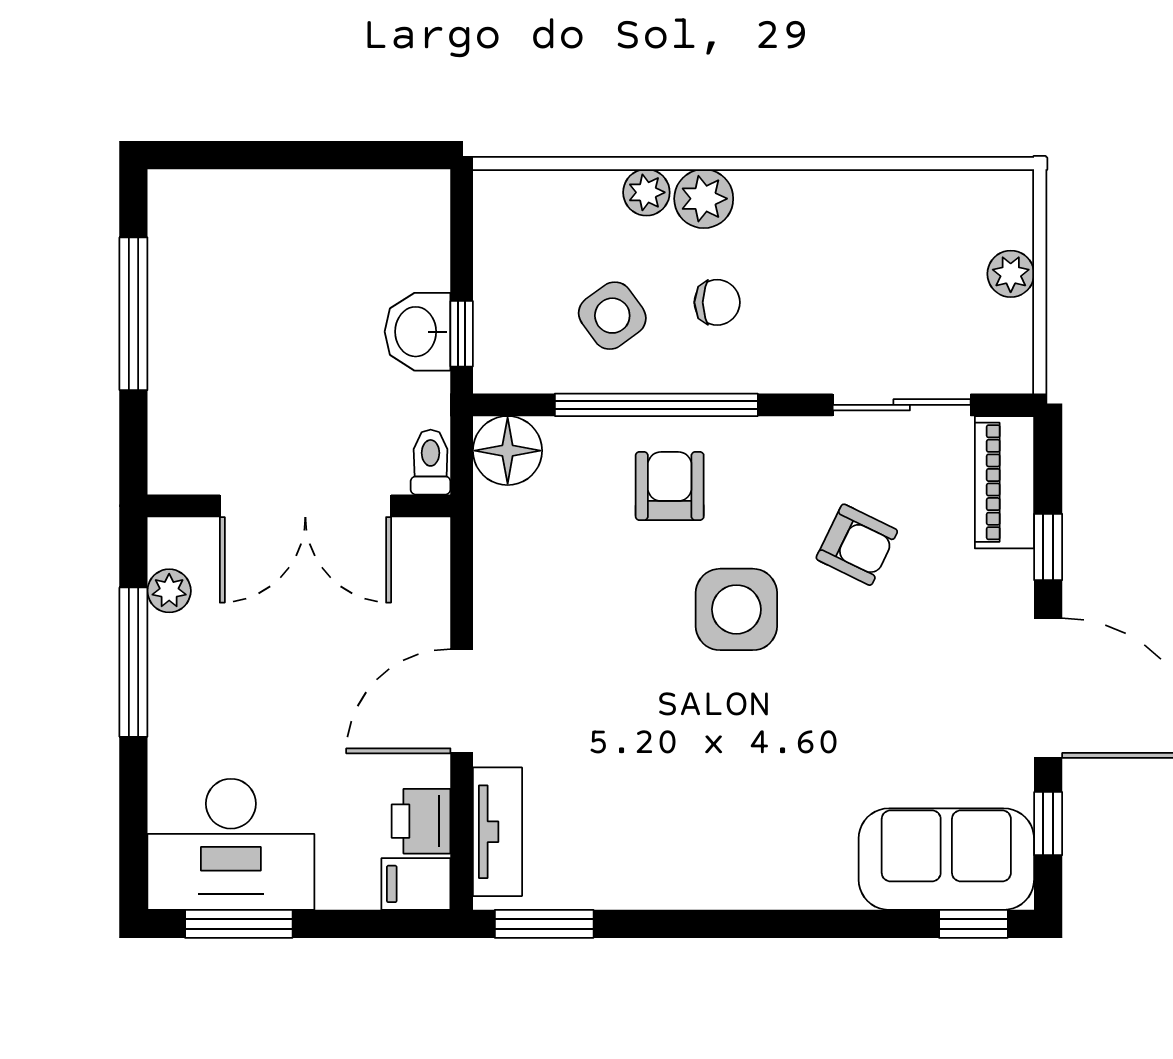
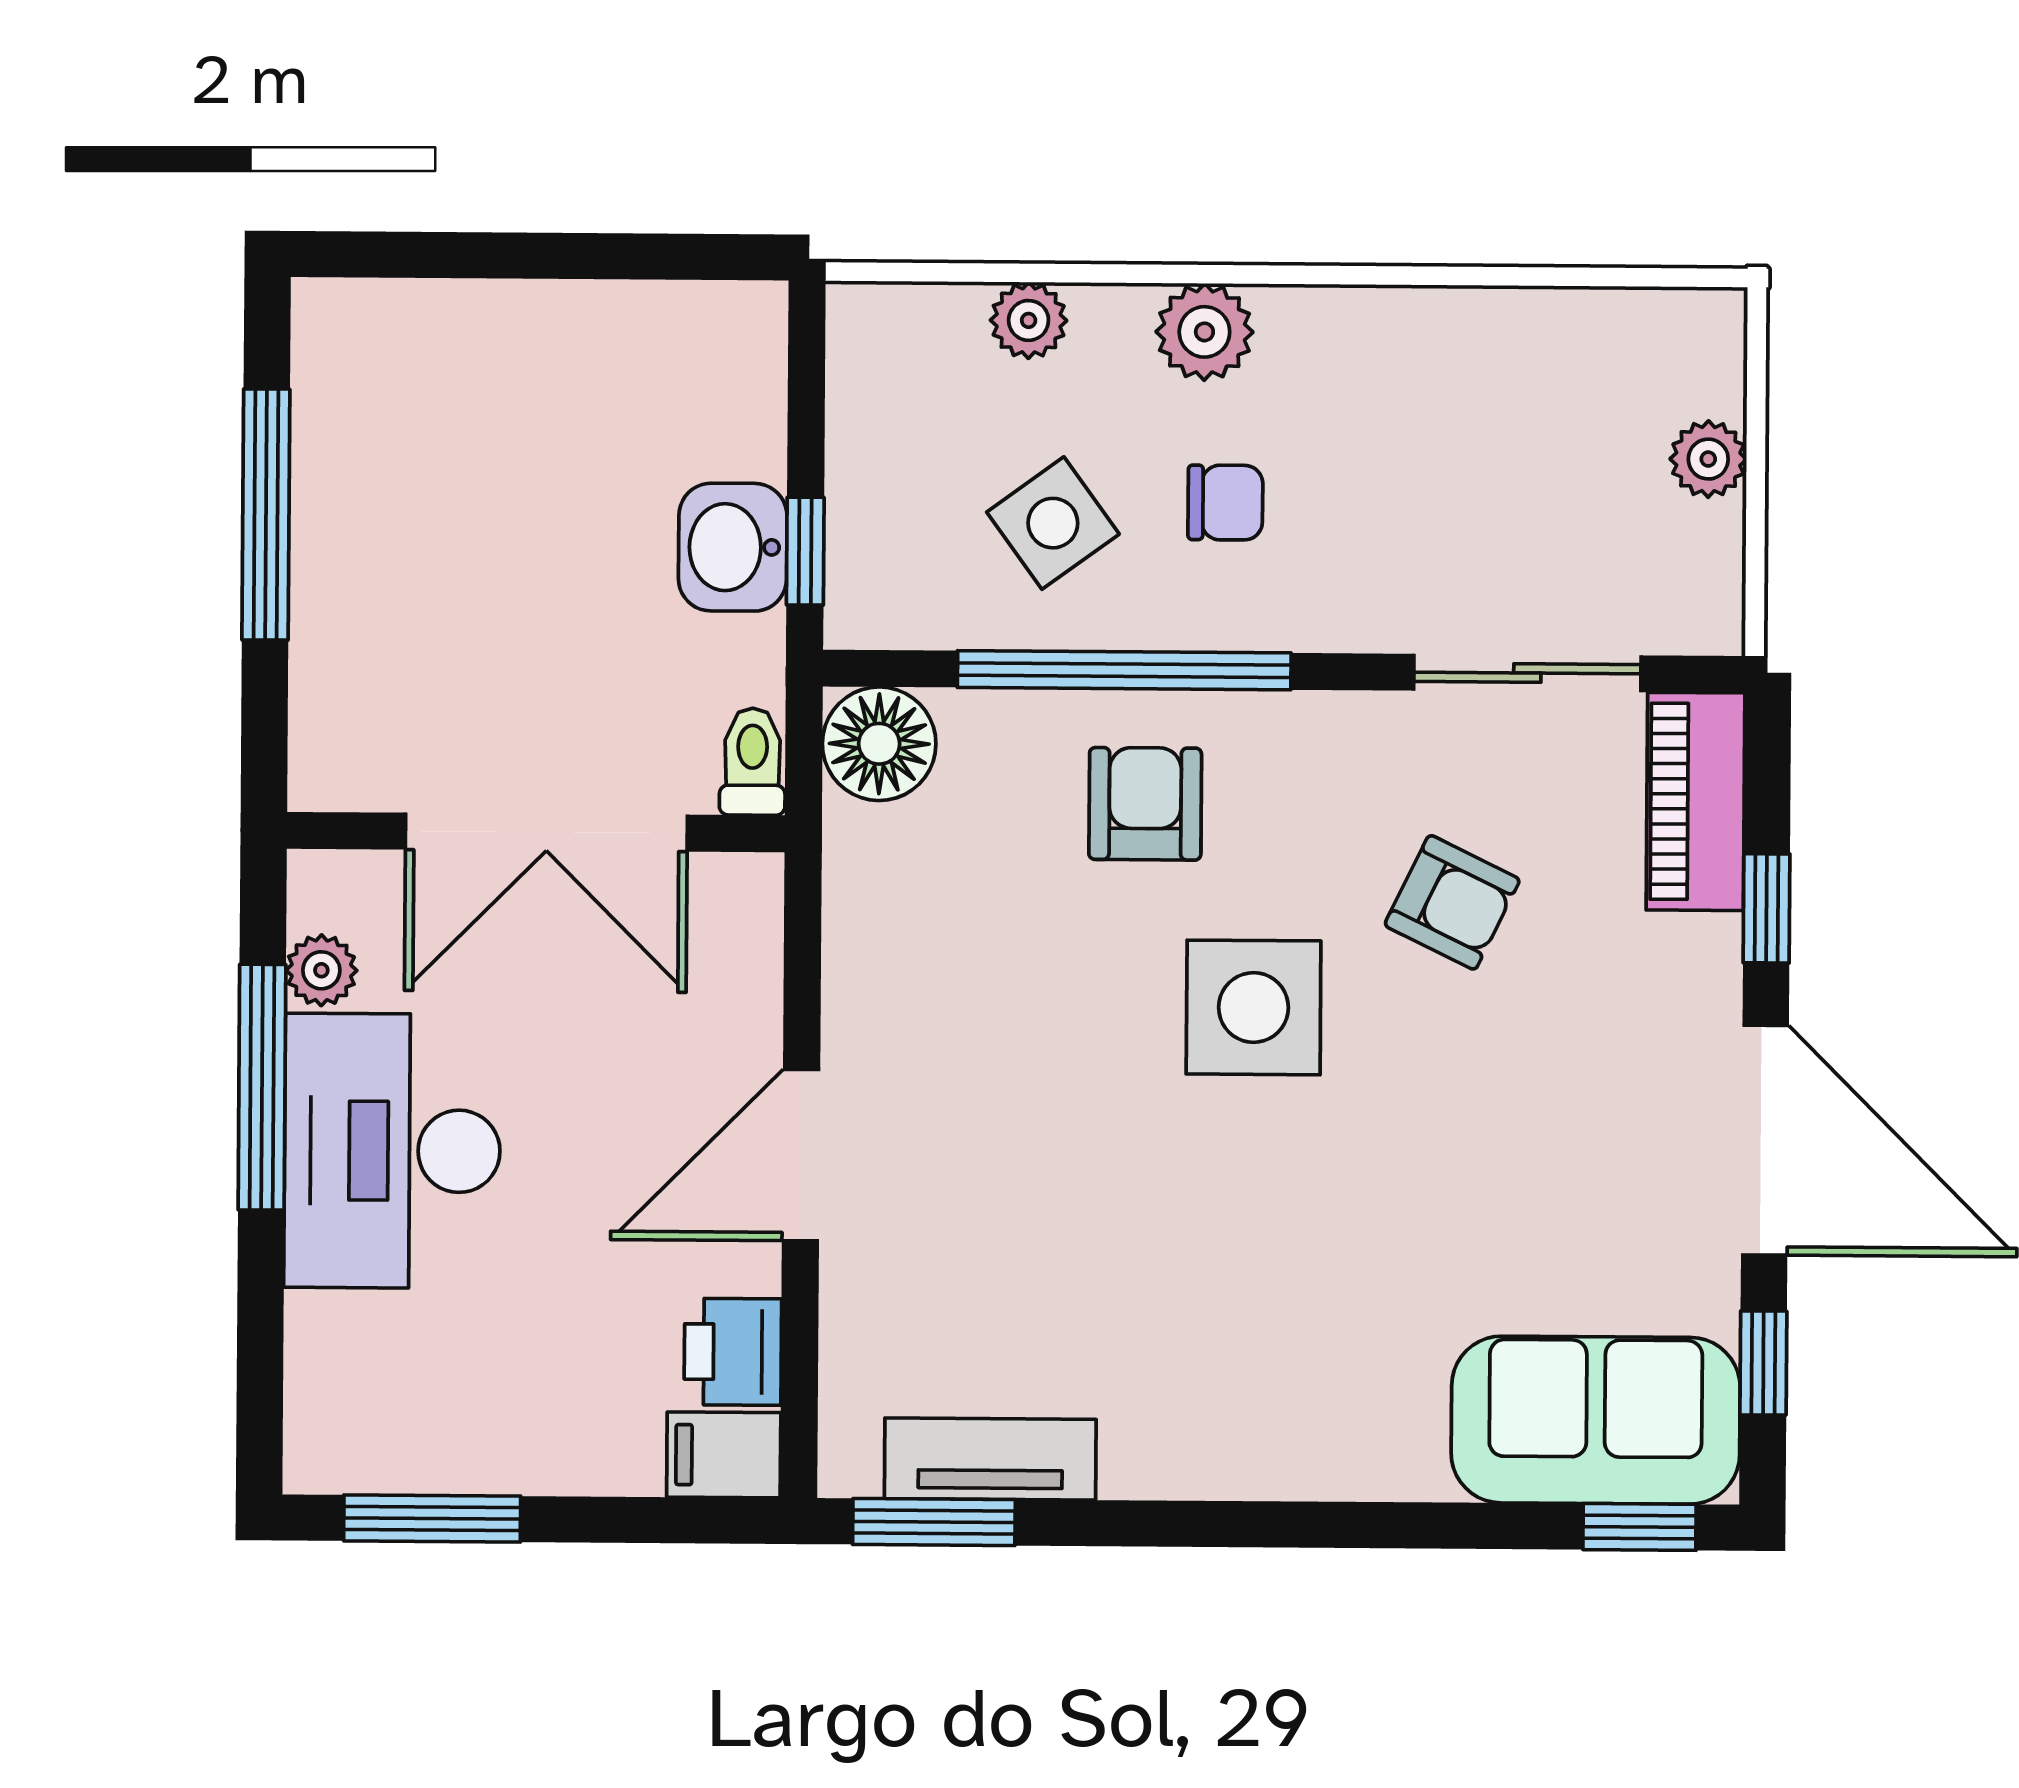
plant: (646, 192) -> (1029, 320), moved
tv unit: (497, 832) -> (990, 1459), moved, turned -90
desk: (231, 844) -> (392, 1151), moved, turned 90

